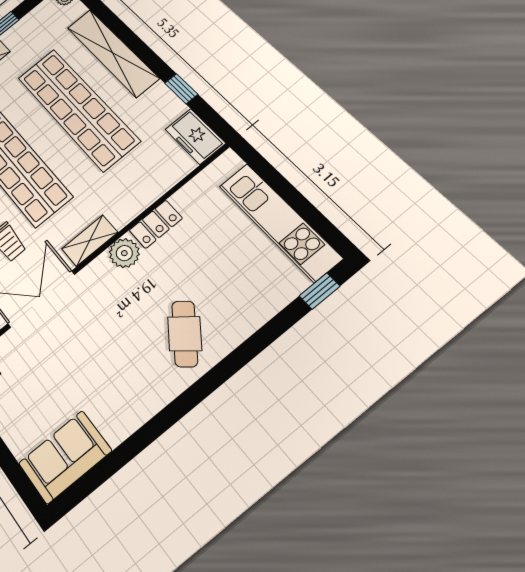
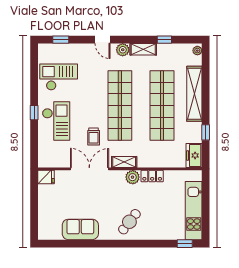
sofa: (65, 457) -> (80, 229), moved

